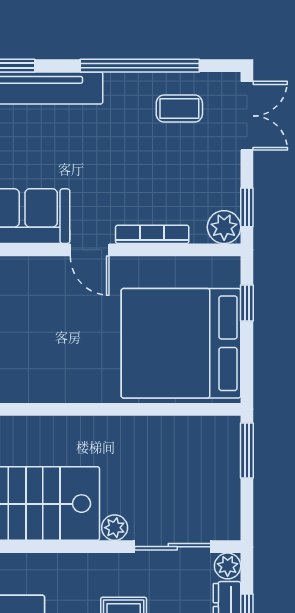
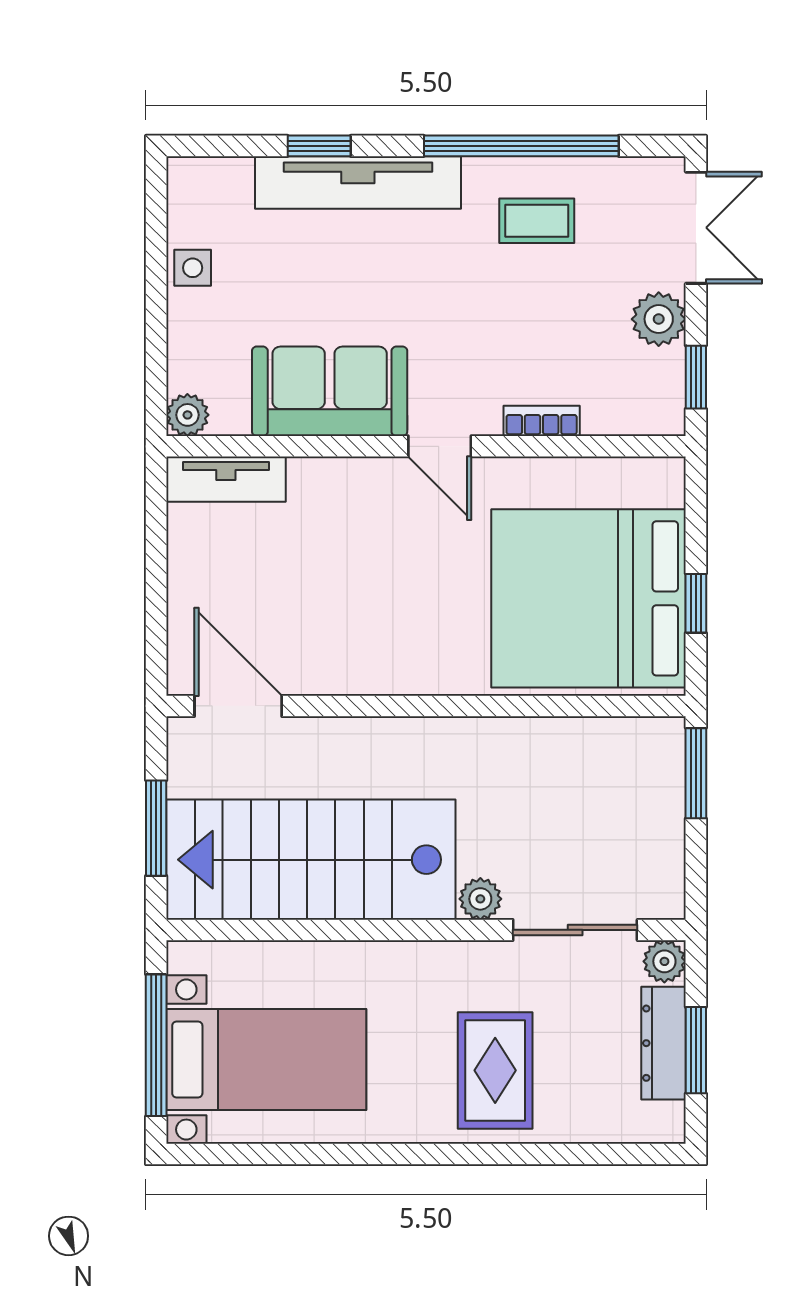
coffee table: (179, 109) -> (537, 221), moved
plant: (224, 227) -> (659, 319), moved
bookcase: (152, 234) -> (542, 421), width x0.64
window: (247, 303) -> (696, 603), moved

